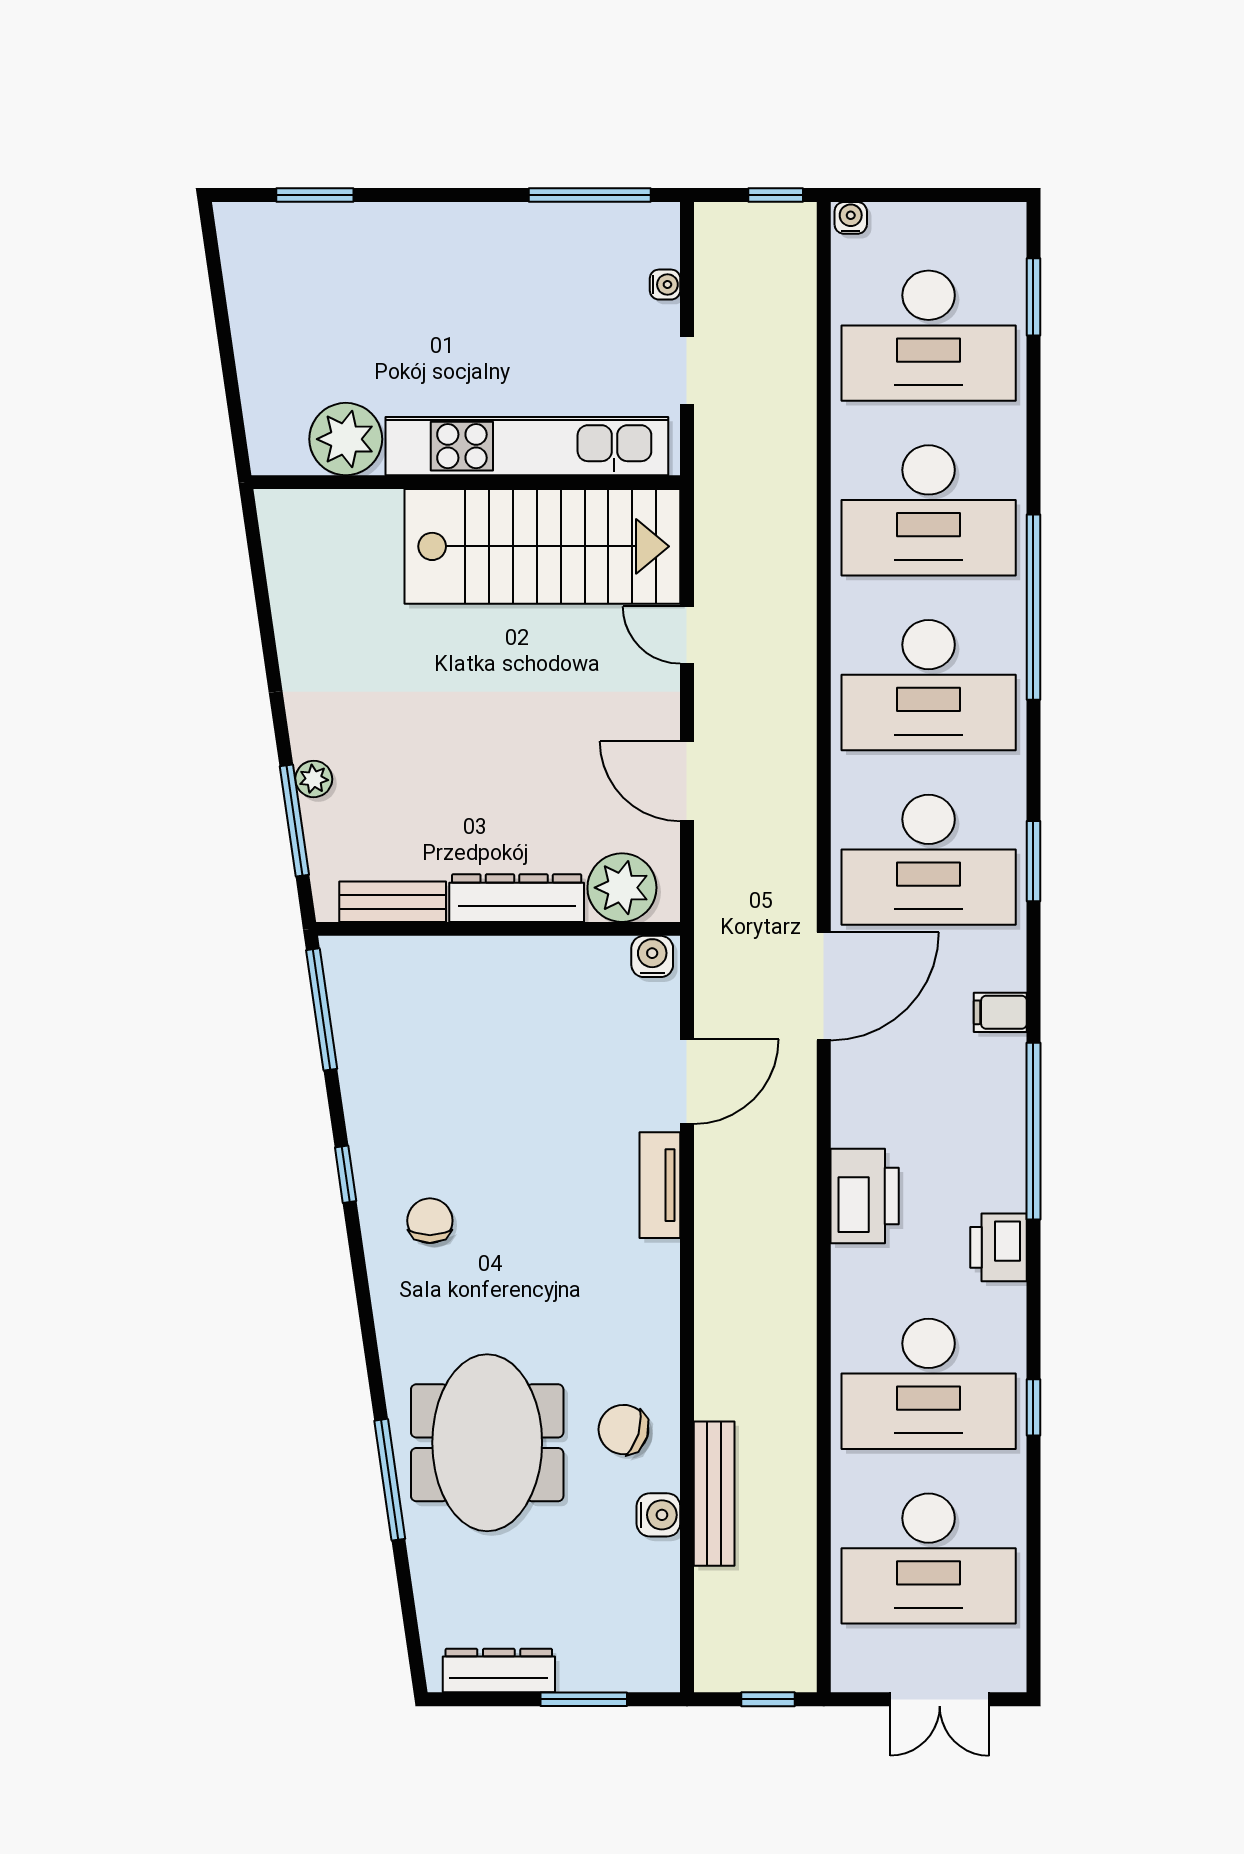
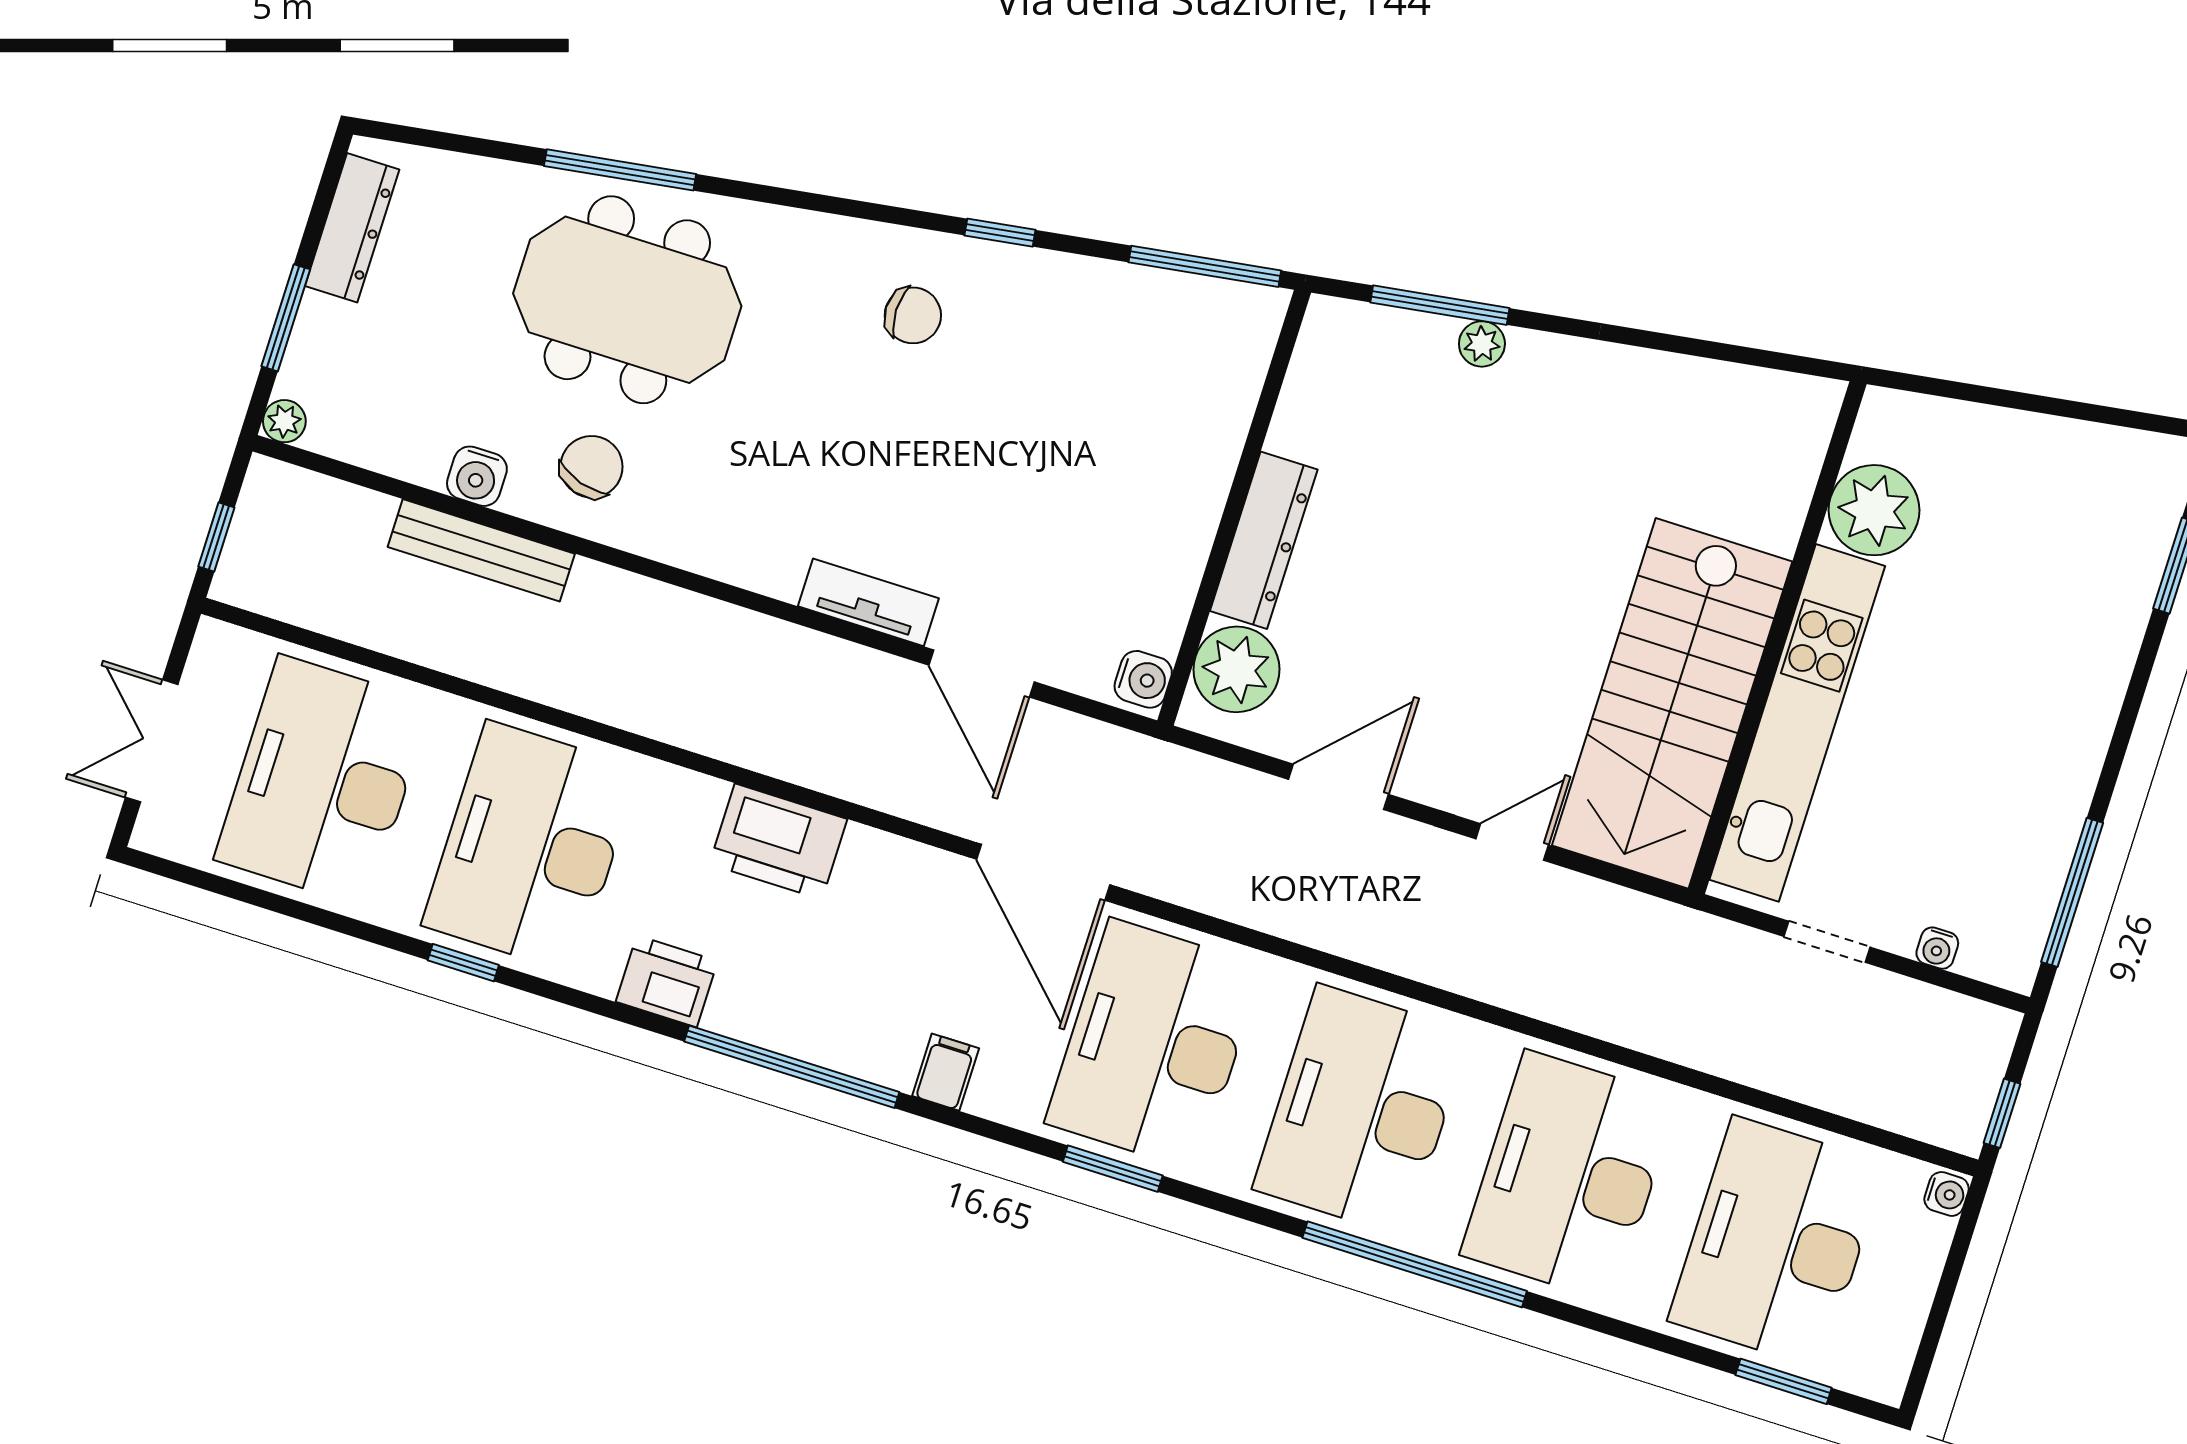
bench: (393, 902) -> (1306, 391), removed
plant: (663, 1675) -> (284, 421), added

